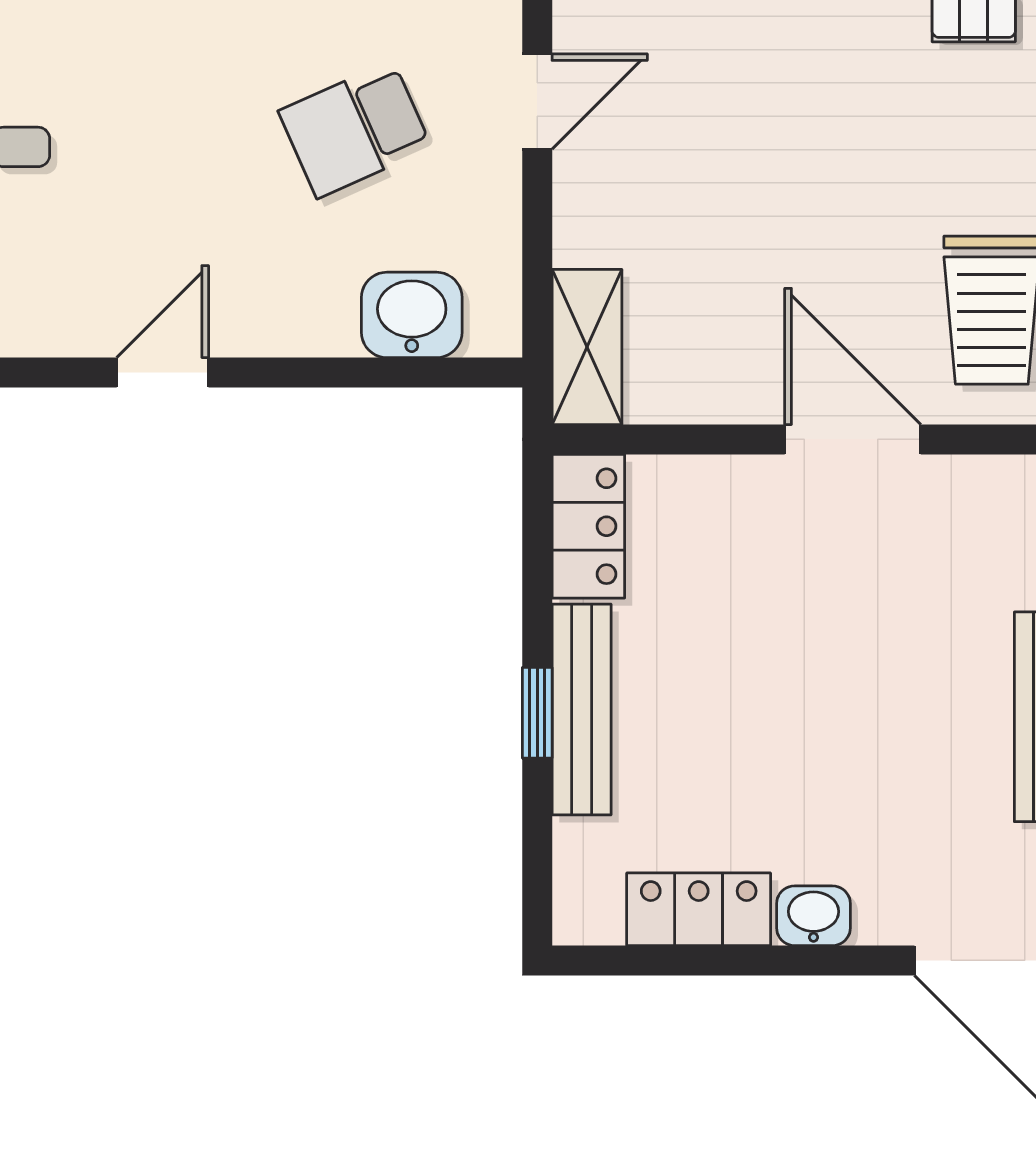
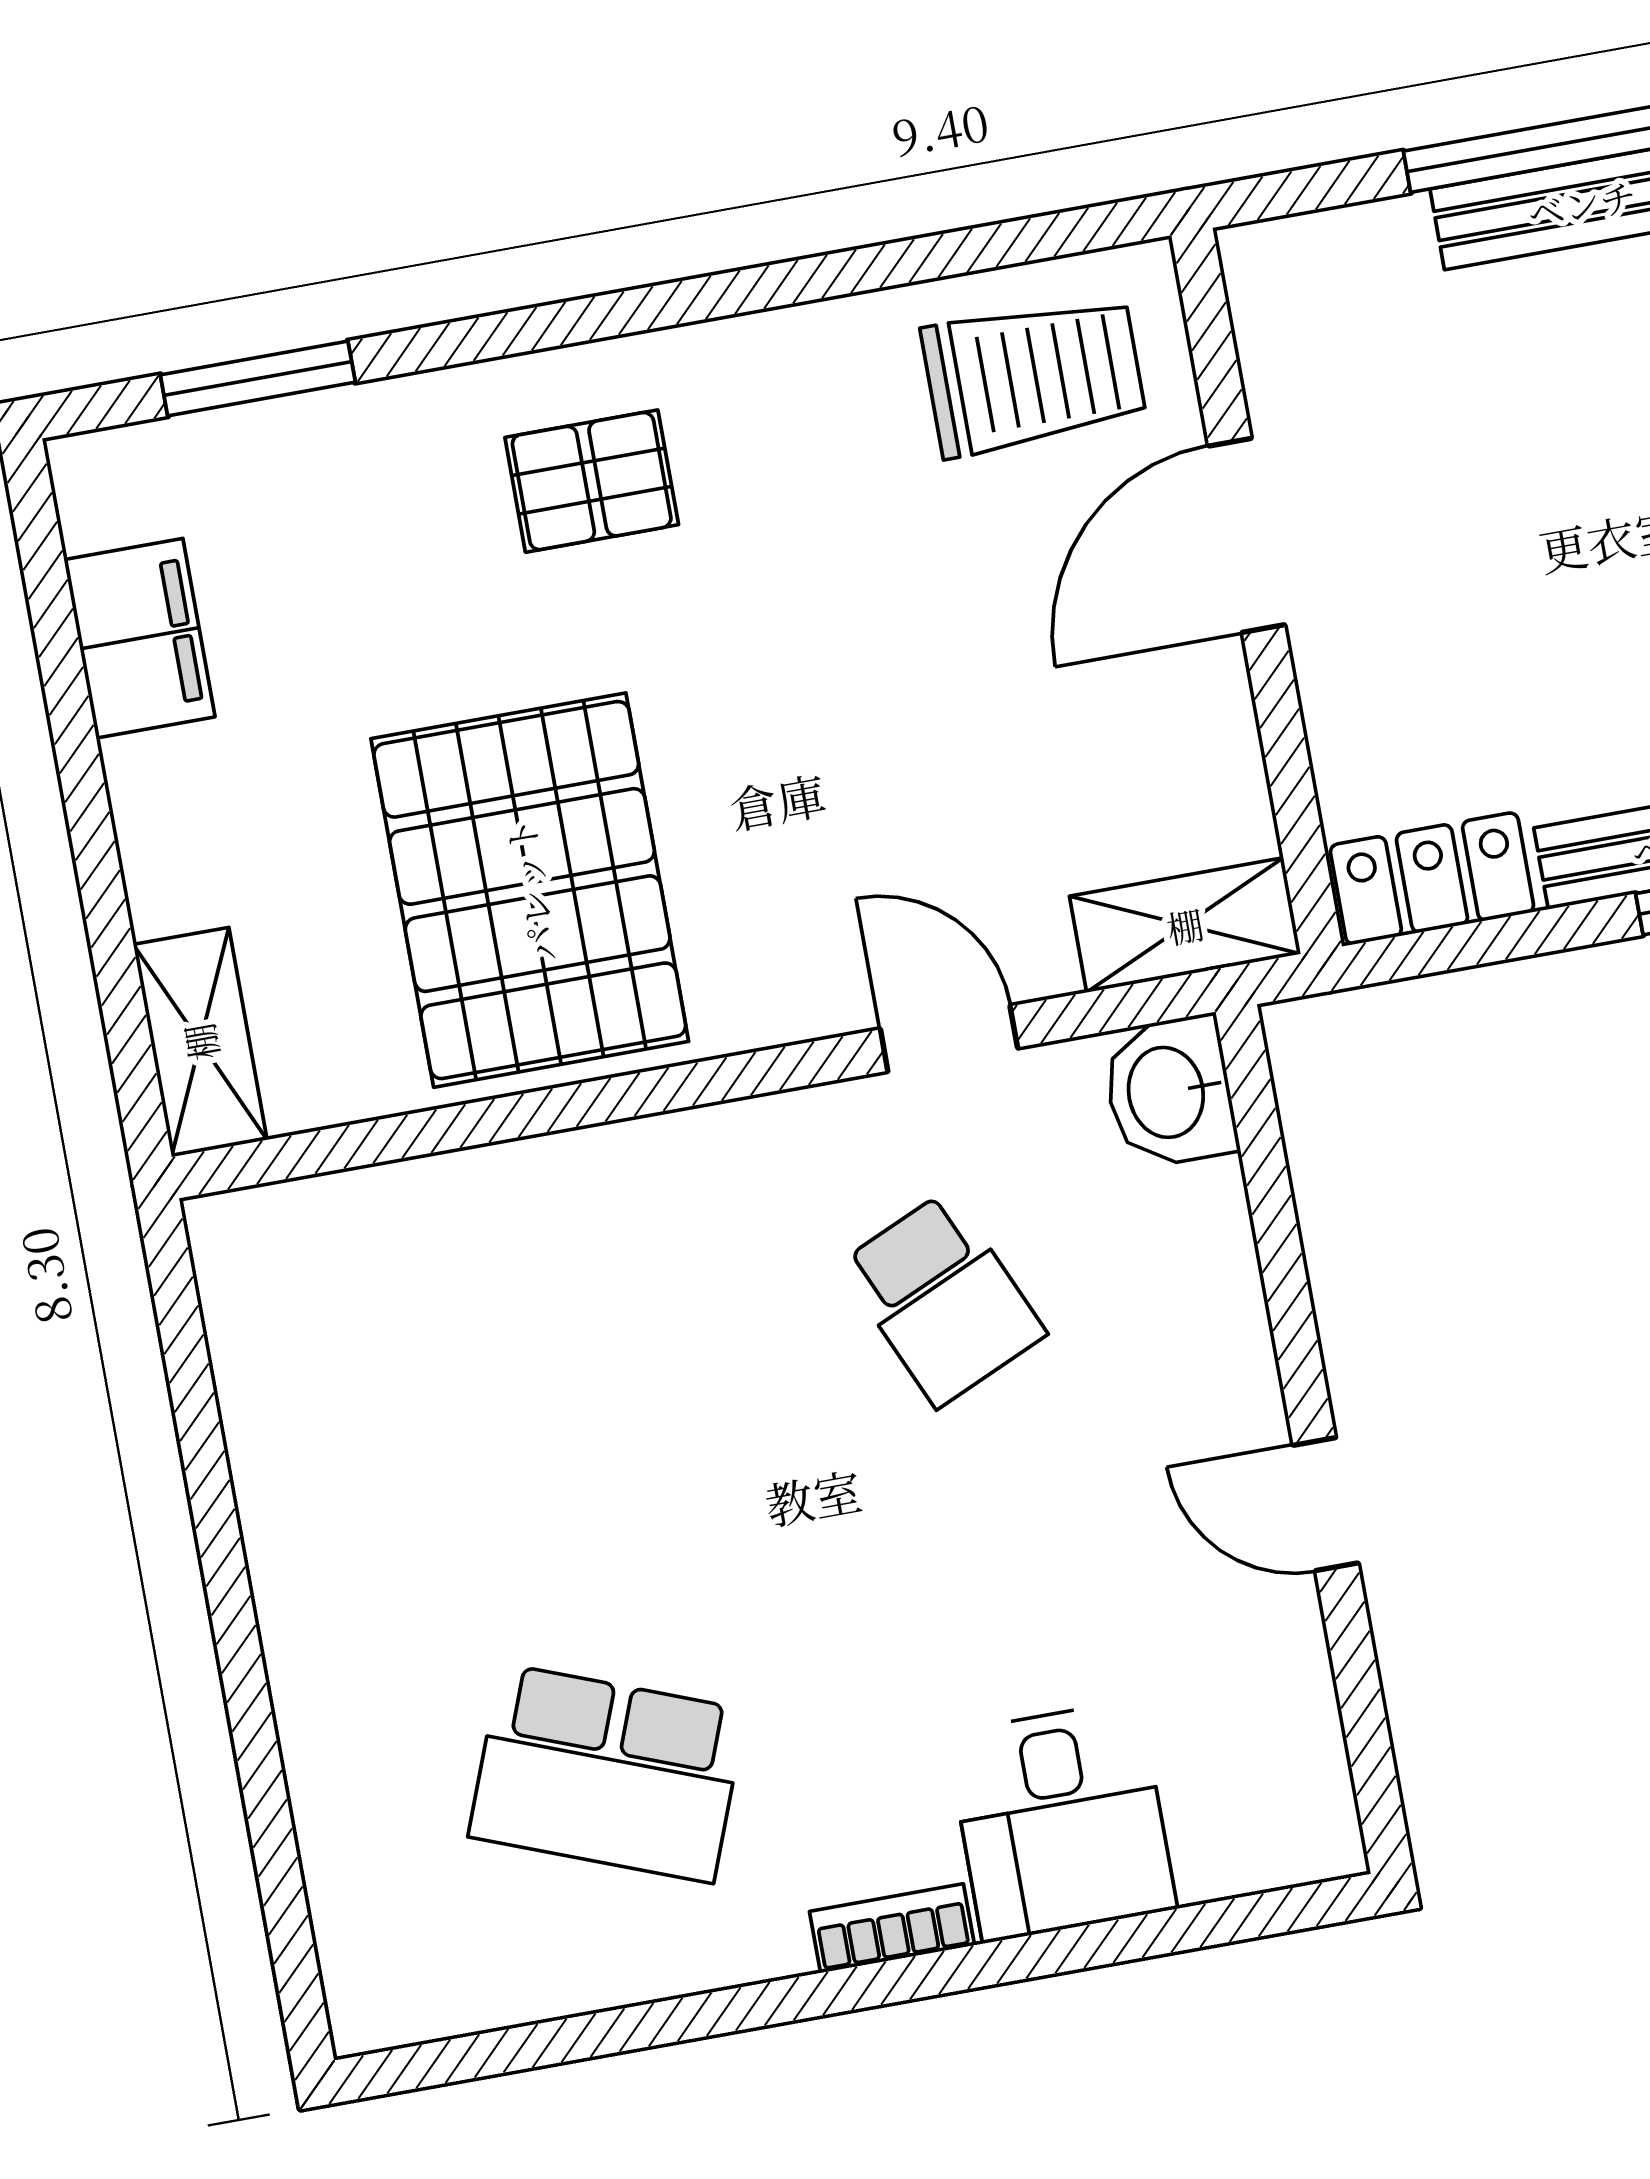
door: (537, 101) -> (949, 1038), moved
washbasin: (412, 315) -> (1169, 1092), moved

